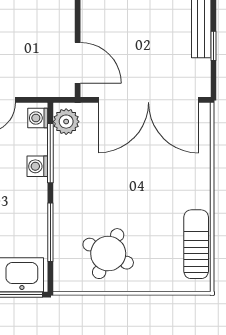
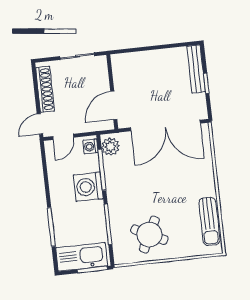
door: (78, 63) -> (114, 105), swing flipped
washing machine: (37, 166) -> (88, 187), width x1.89, depth x1.89
sun lounger: (196, 244) -> (209, 221), turned 180

